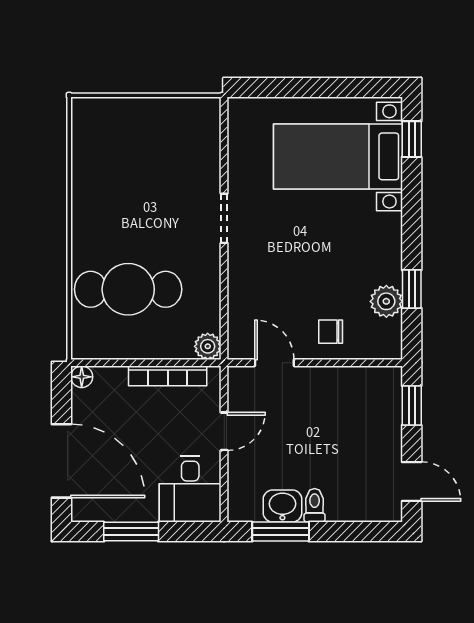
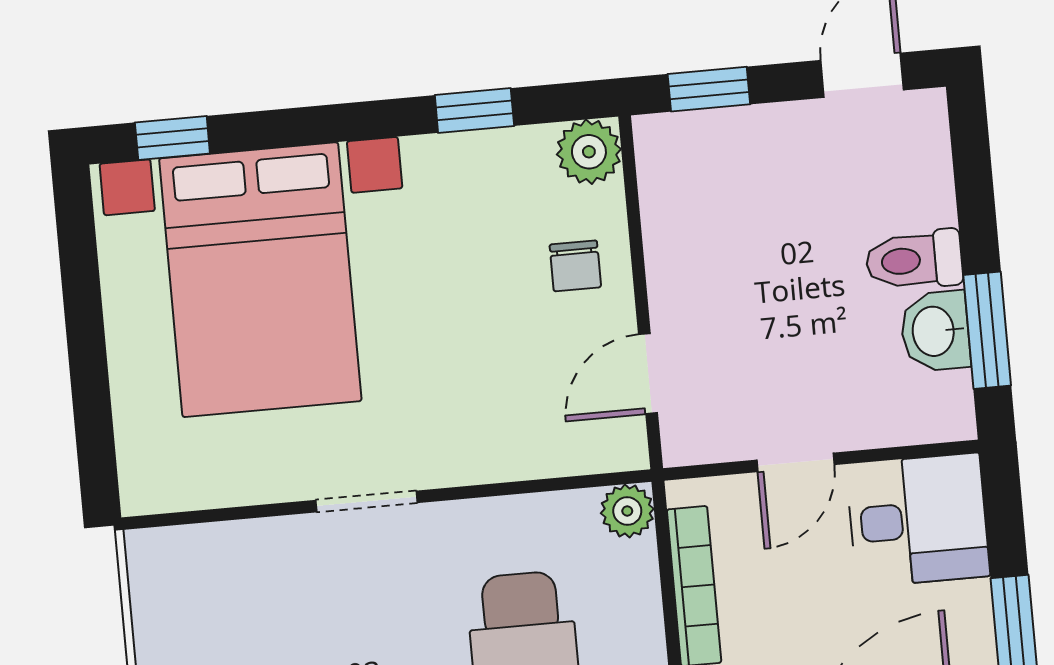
bed with nightstands: (338, 156) -> (260, 280), width x1.36
plant: (386, 301) -> (589, 152), moved
door: (224, 431) -> (795, 462), swing flipped
toilet: (315, 505) -> (914, 260), width x1.37, depth x1.39

